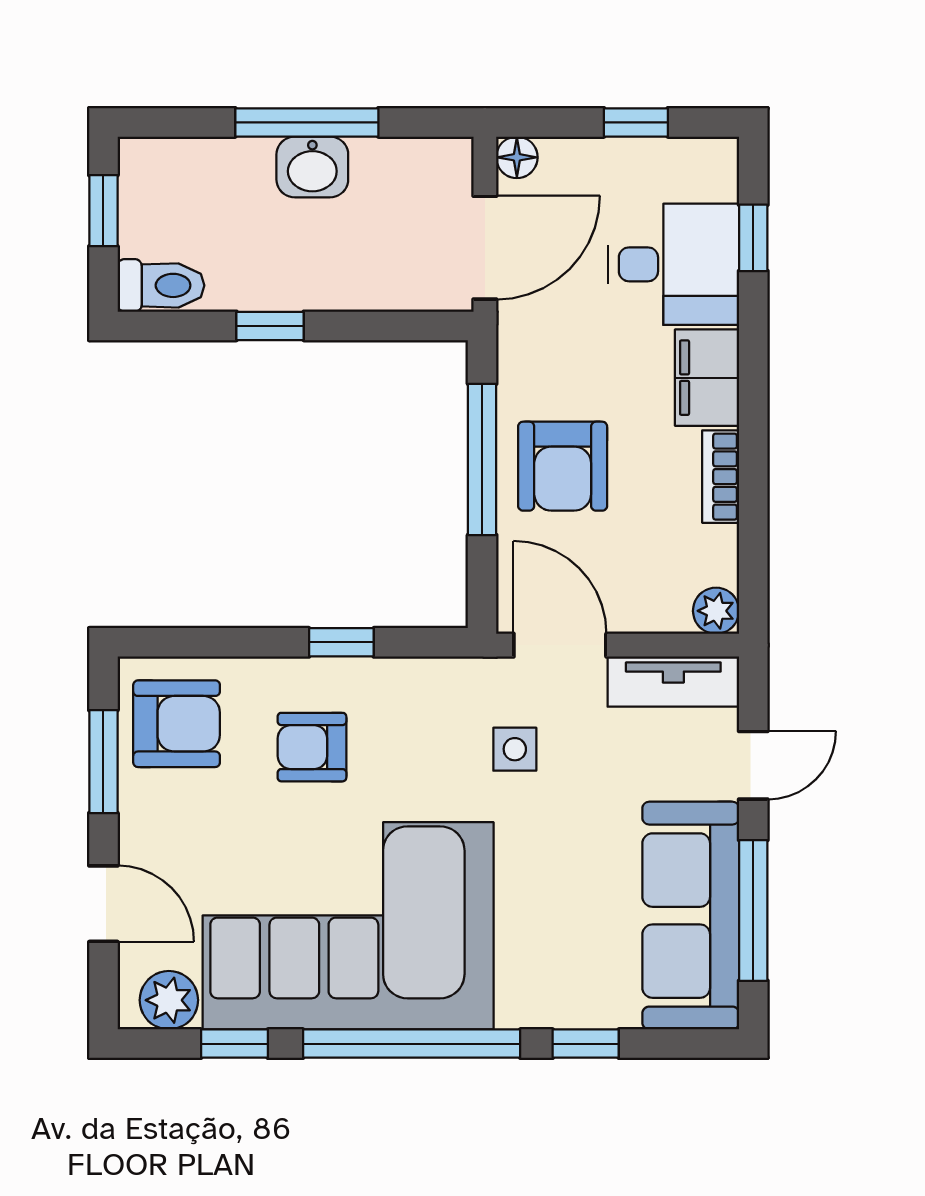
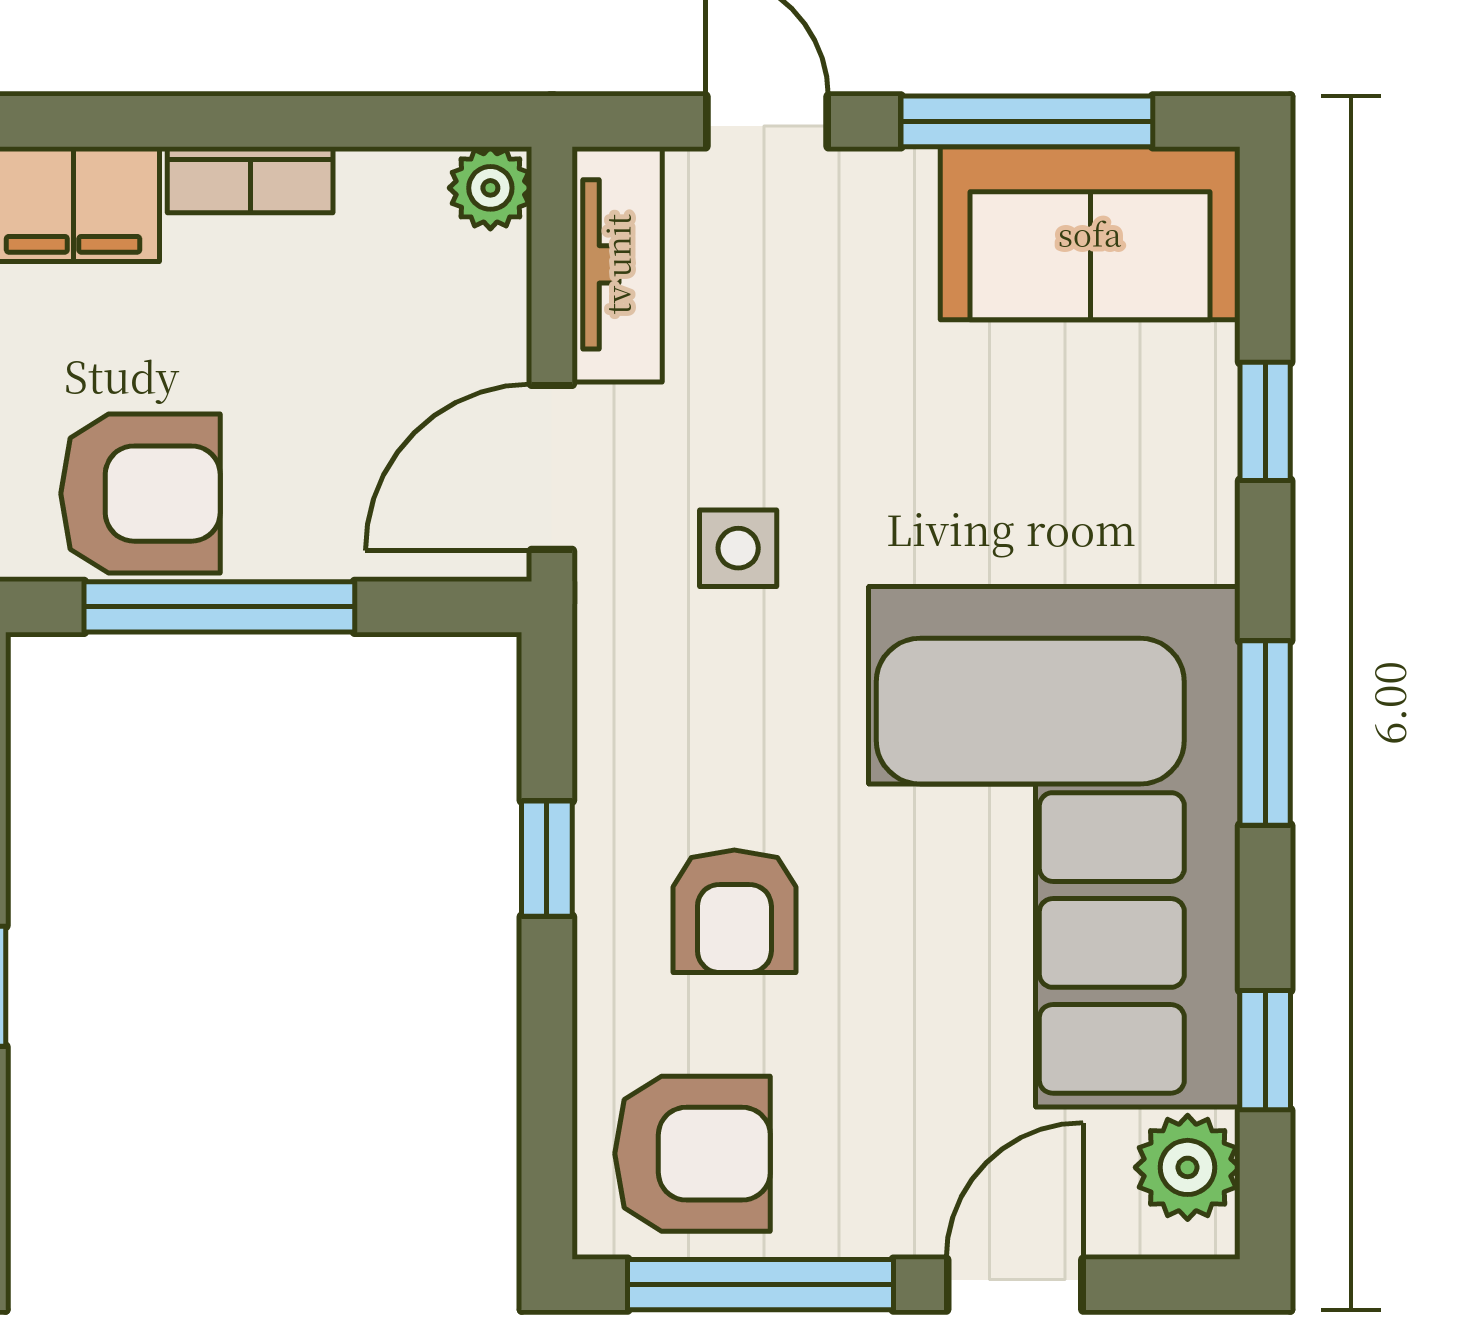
armchair: (563, 466) -> (140, 494), moved
armchair: (177, 724) -> (693, 1154), turned 90
window: (103, 762) -> (760, 1285), width x1.44
sofa: (691, 916) -> (1090, 233), width x0.73
window: (412, 1044) -> (1265, 733), width x0.47

